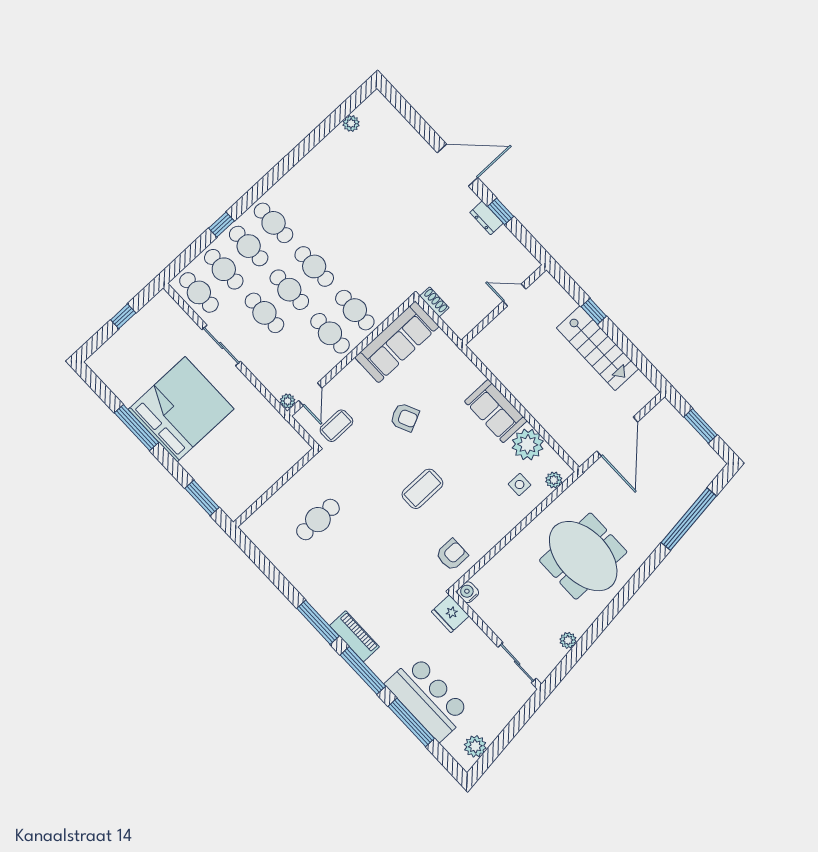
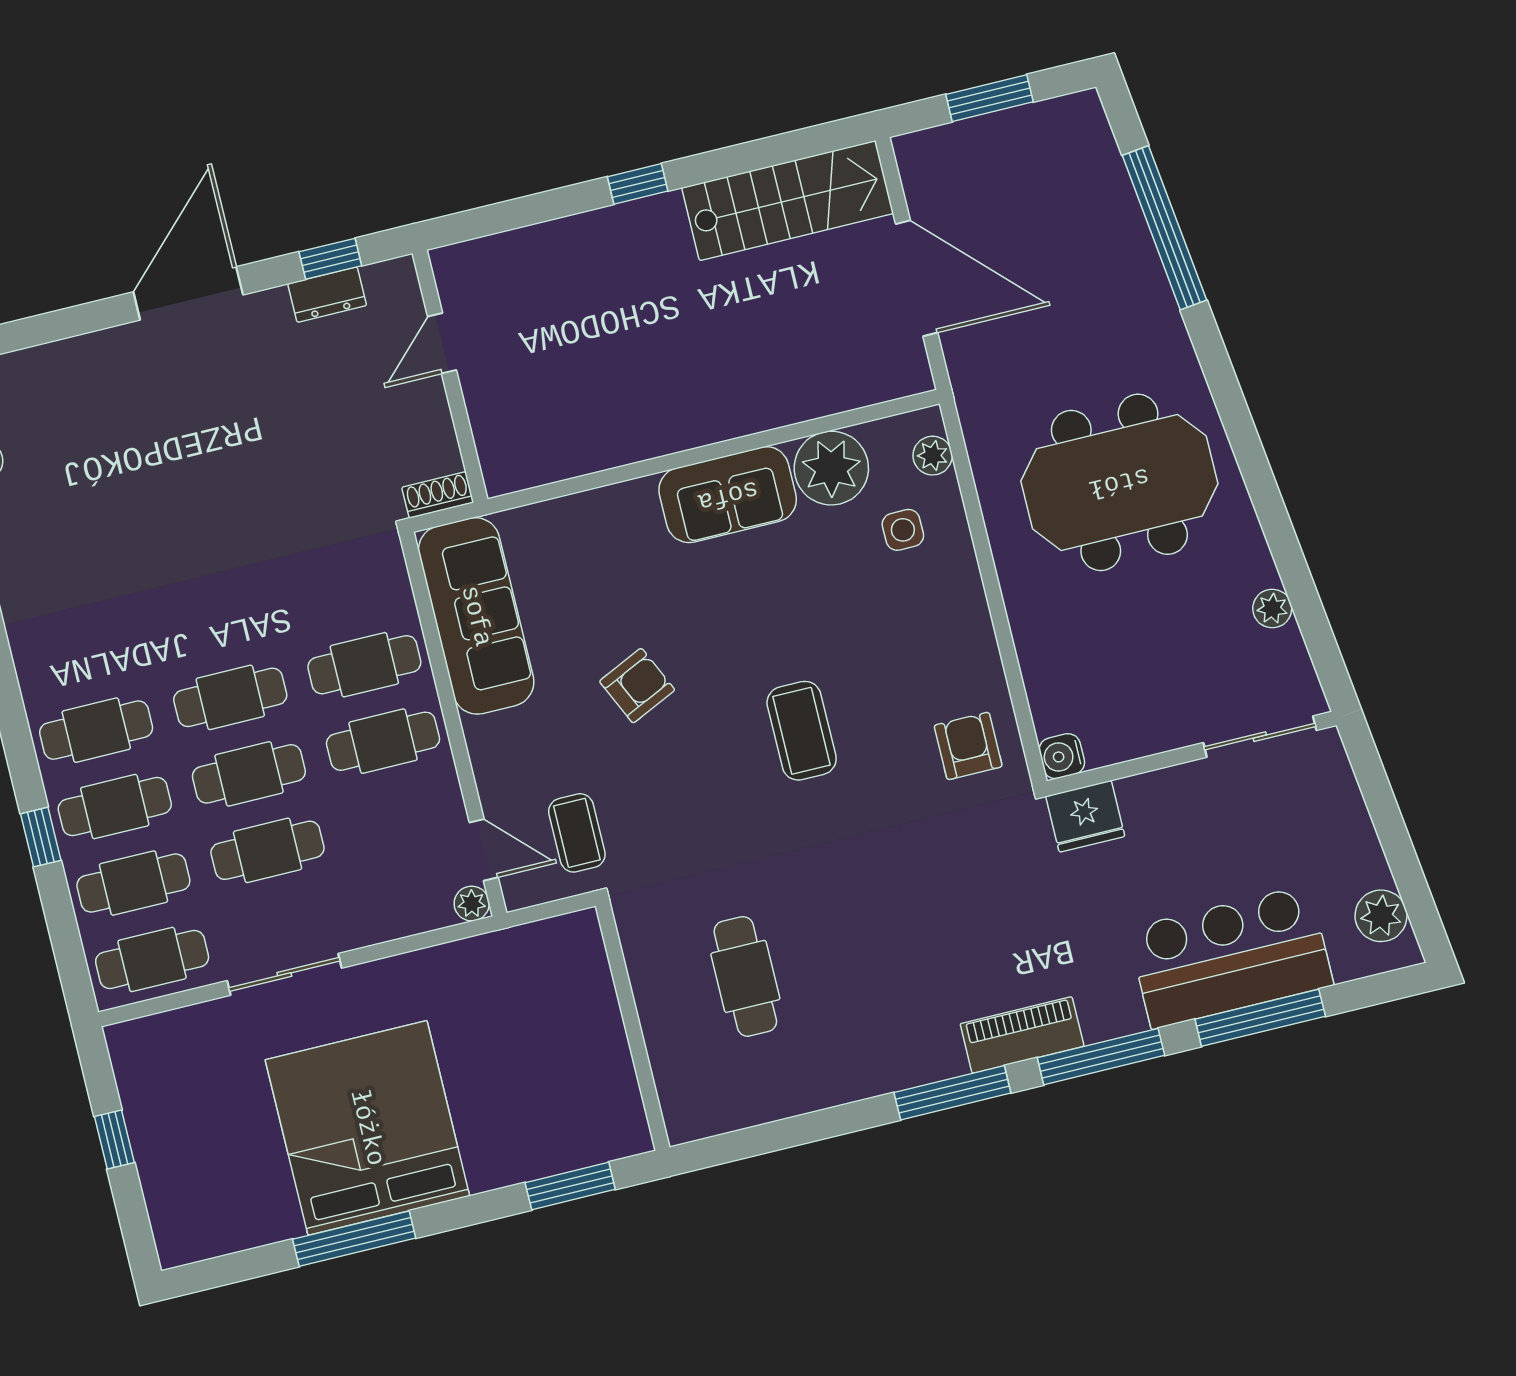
door: (514, 295) -> (442, 343), moved
wall: (504, 305) -> (450, 376), moved
stairs: (598, 348) -> (788, 201), moved

